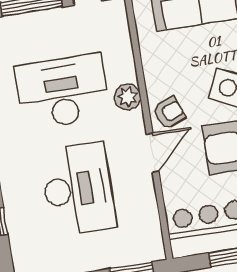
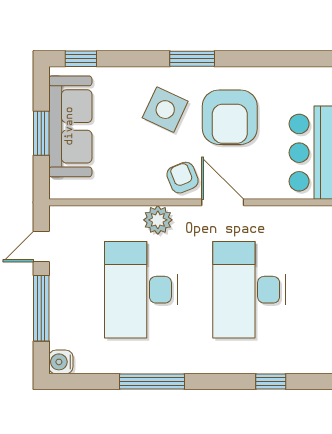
desk: (78, 189) -> (249, 290), turned -90

